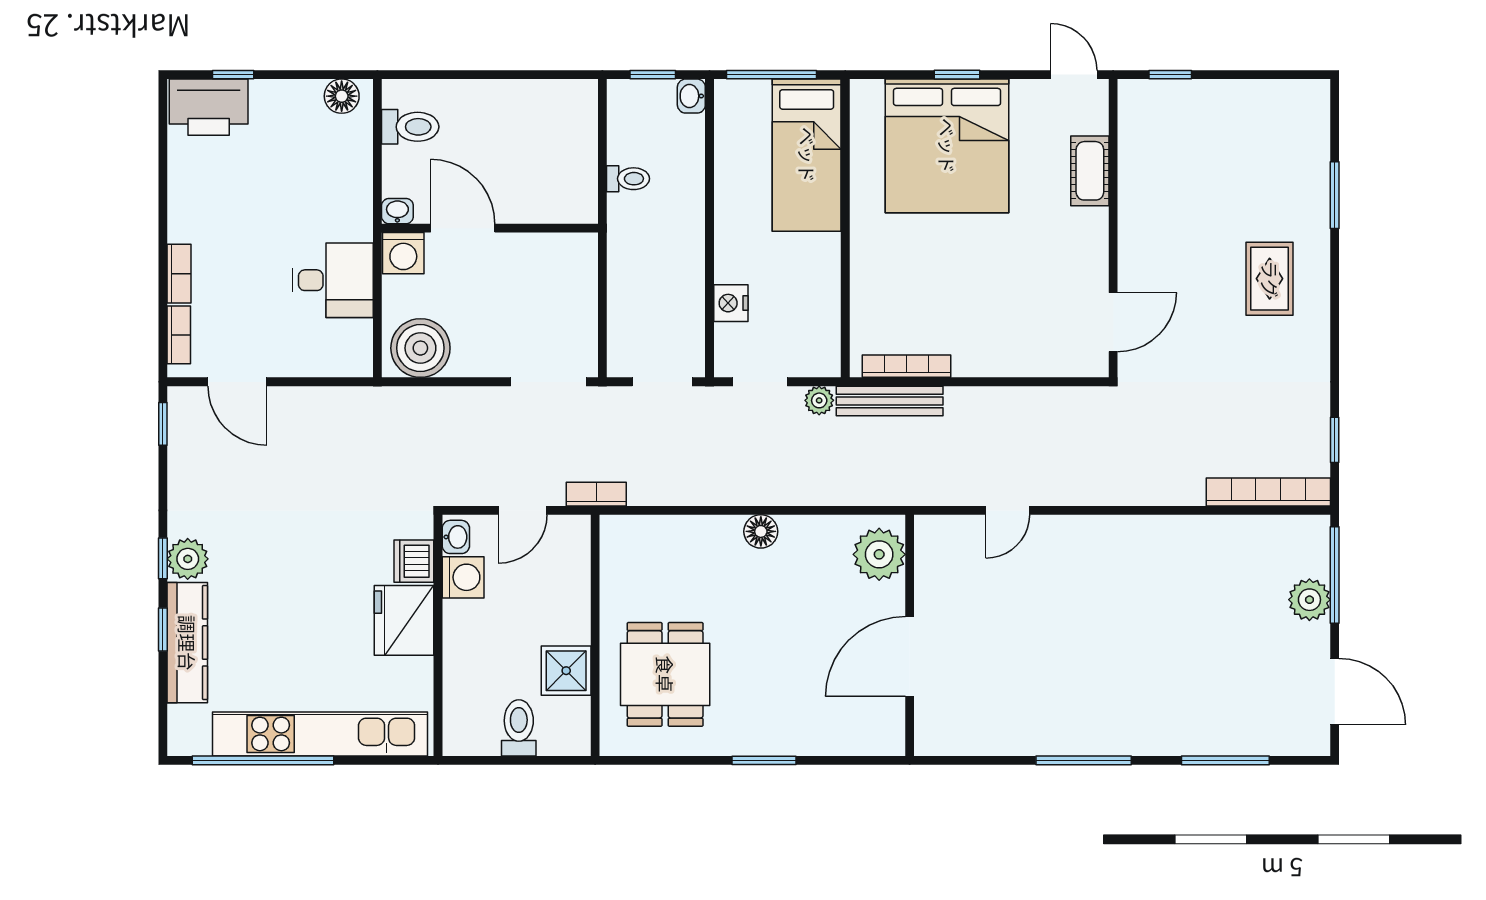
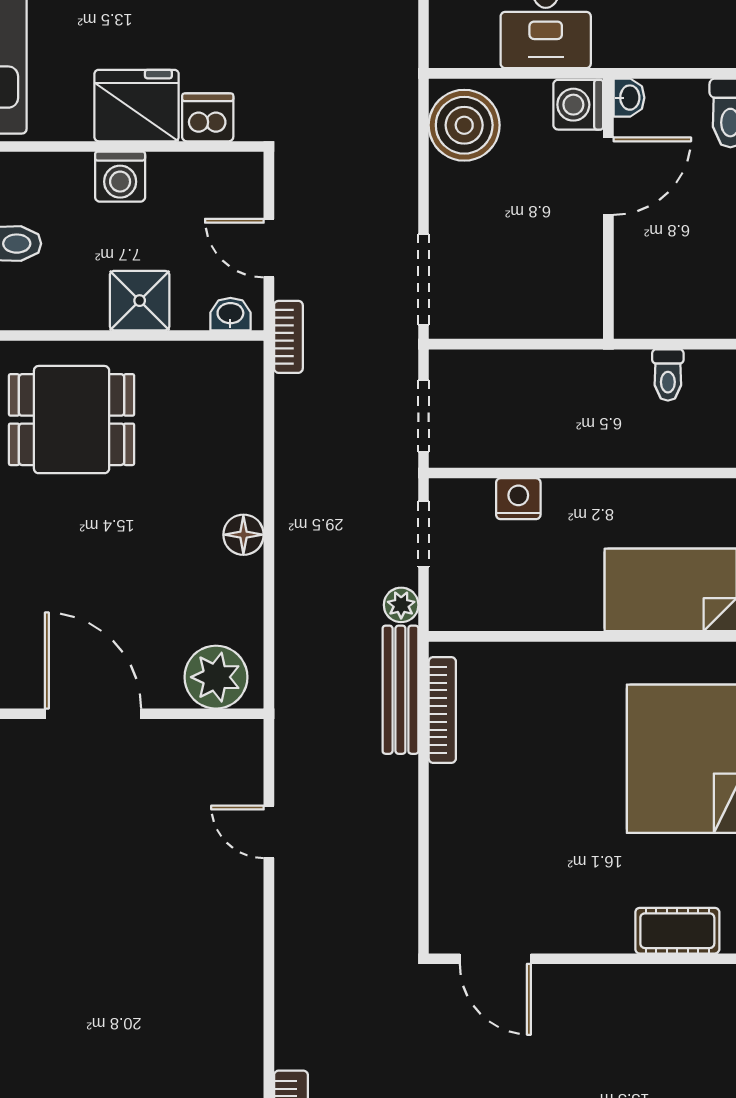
washbasin: (456, 537) -> (230, 314), moved, turned 180
washing machine: (463, 577) -> (120, 177), moved
shower: (566, 671) -> (140, 301), moved

